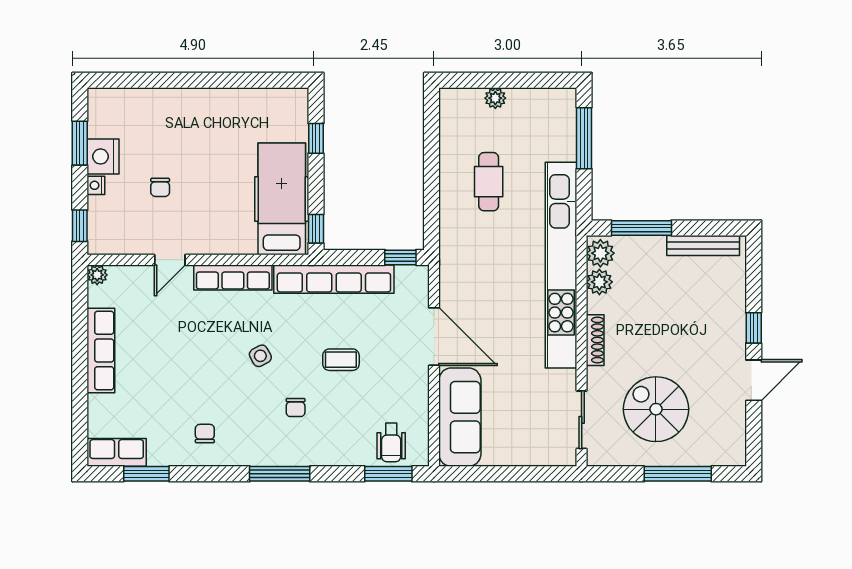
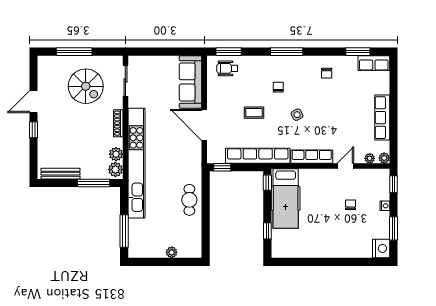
nightstand: (103, 156) -> (381, 248), moved
cafe table: (489, 182) -> (189, 200), moved
plant: (124, 274) -> (370, 158), added
wheelchair: (391, 443) -> (227, 68), turned -90

